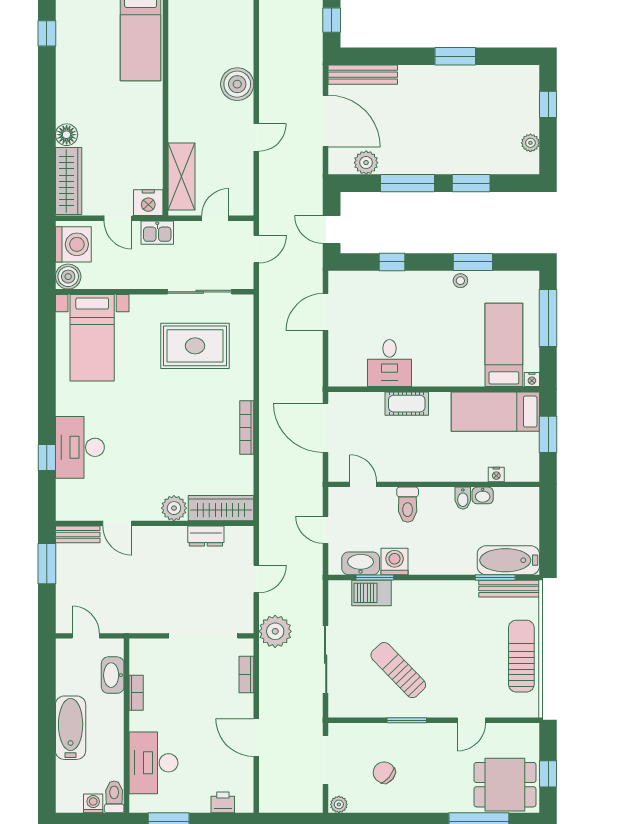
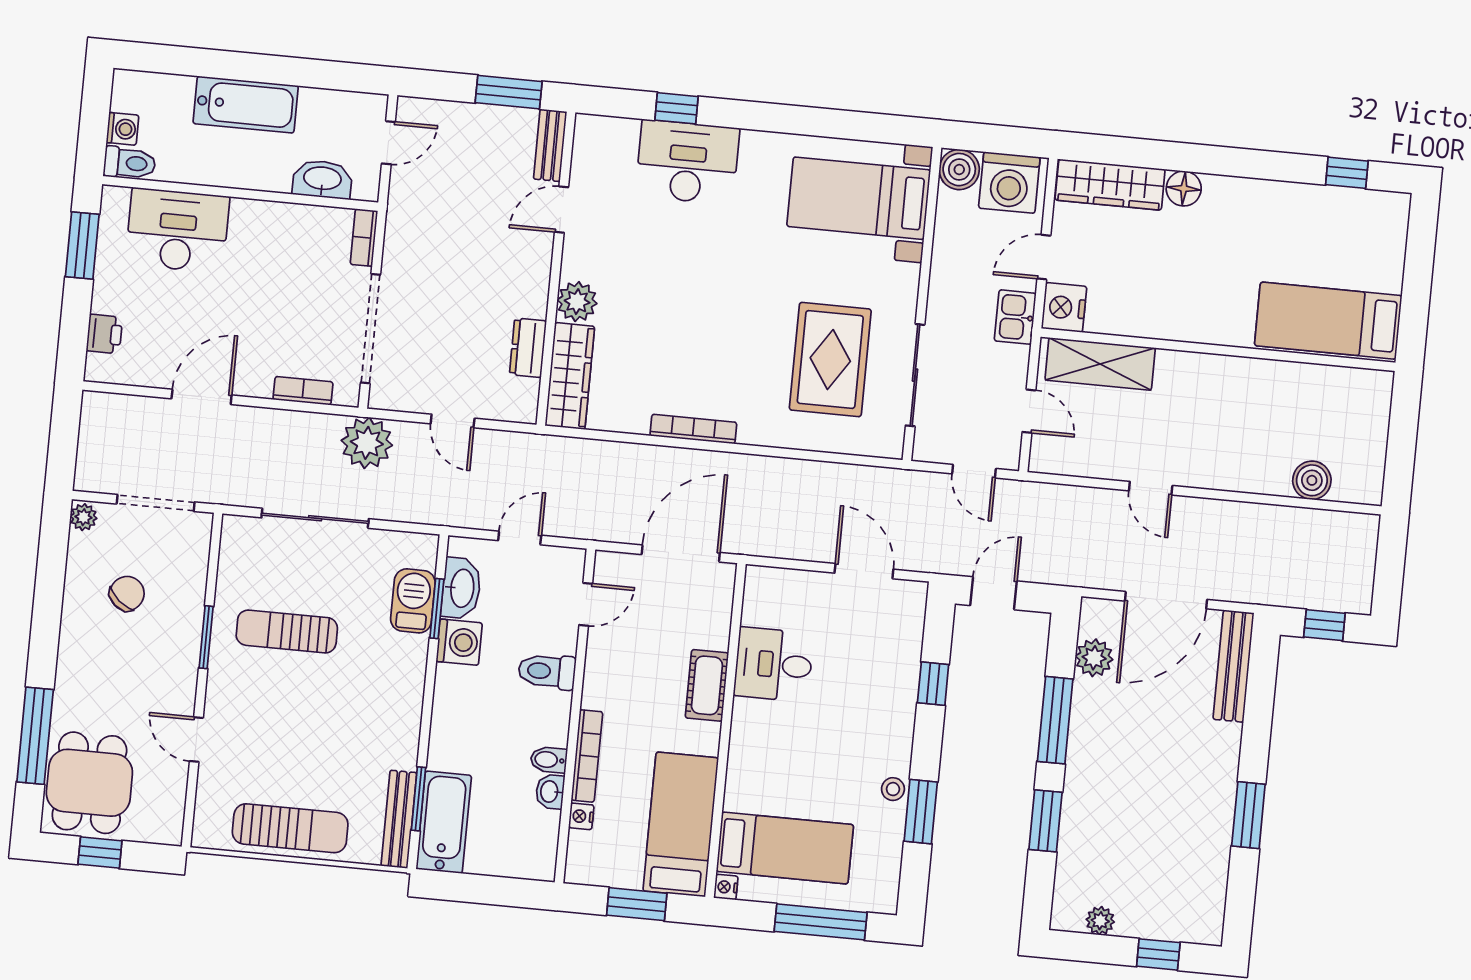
boiler: (237, 84) -> (1312, 480), moved, width x0.73, depth x0.73
bookcase: (458, 474) -> (587, 756), added
sun lounger: (398, 670) -> (287, 631), turned -136
bookcase: (136, 693) -> (364, 238), moved, turned 90

